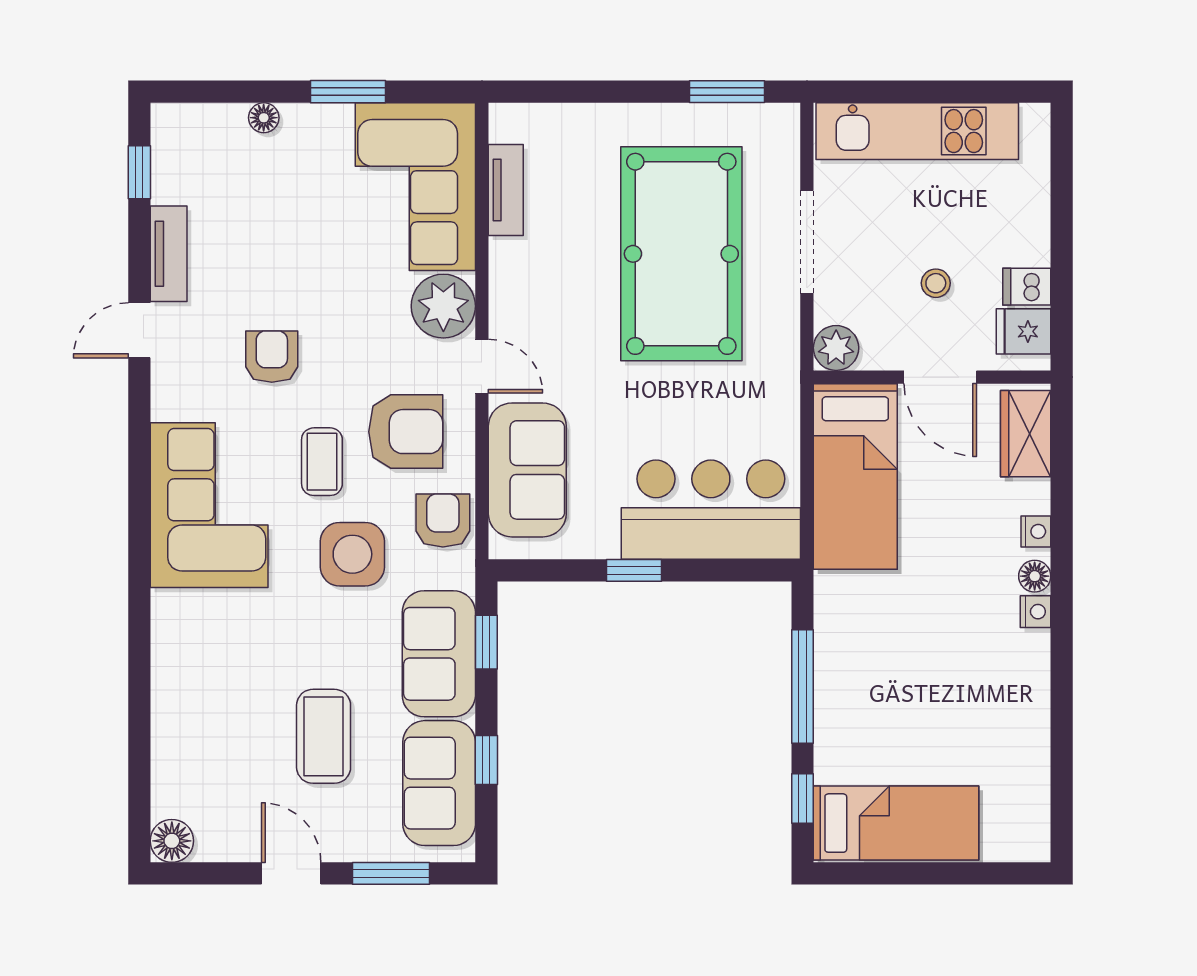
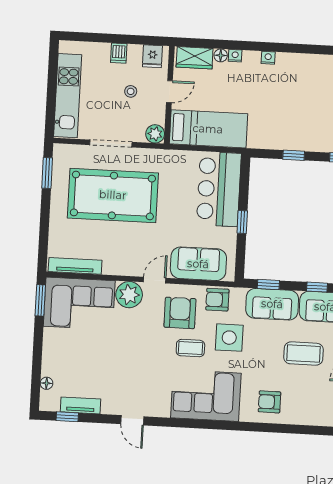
window: (348, 92) -> (40, 300), moved
floor lamp: (264, 118) -> (47, 383), moved
tv unit: (506, 190) -> (75, 266), width x1.41
tv unit: (169, 254) -> (80, 405), moved
dishwasher: (1027, 287) -> (119, 53), moved
armchair: (272, 357) -> (269, 402), moved
door: (940, 377) -> (169, 92), width x0.73
floor lamp: (1035, 576) -> (221, 55), moved
window: (803, 686) -> (294, 155), width x0.46

